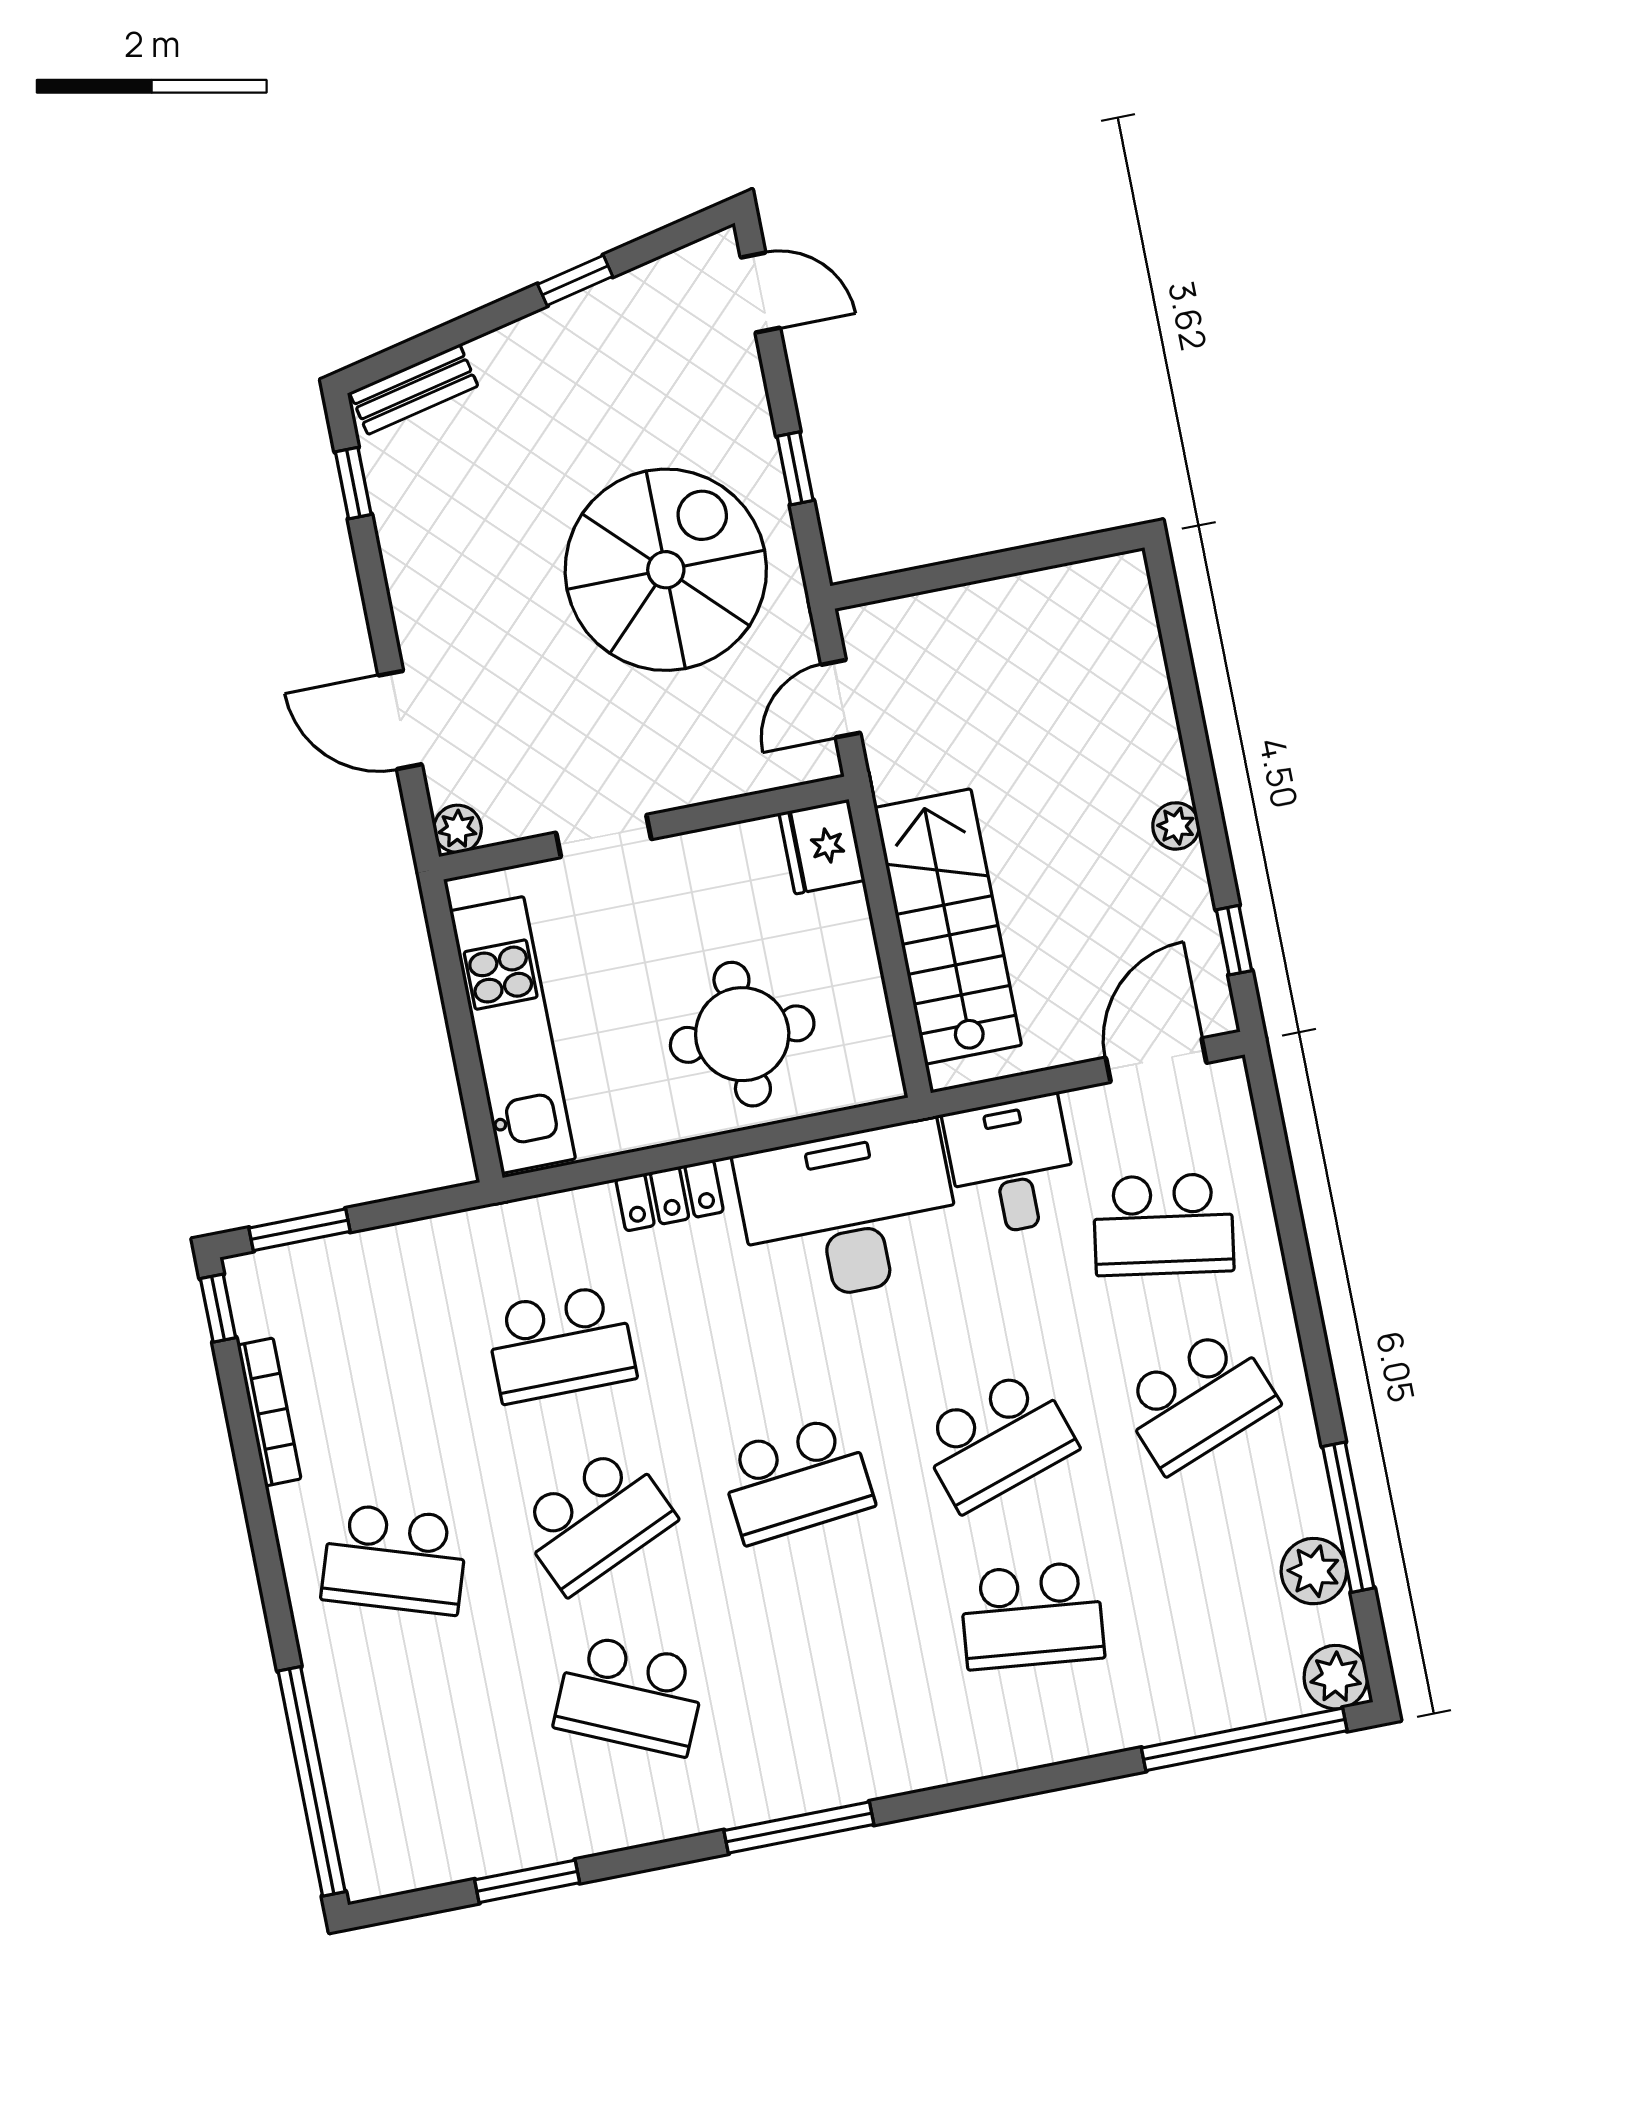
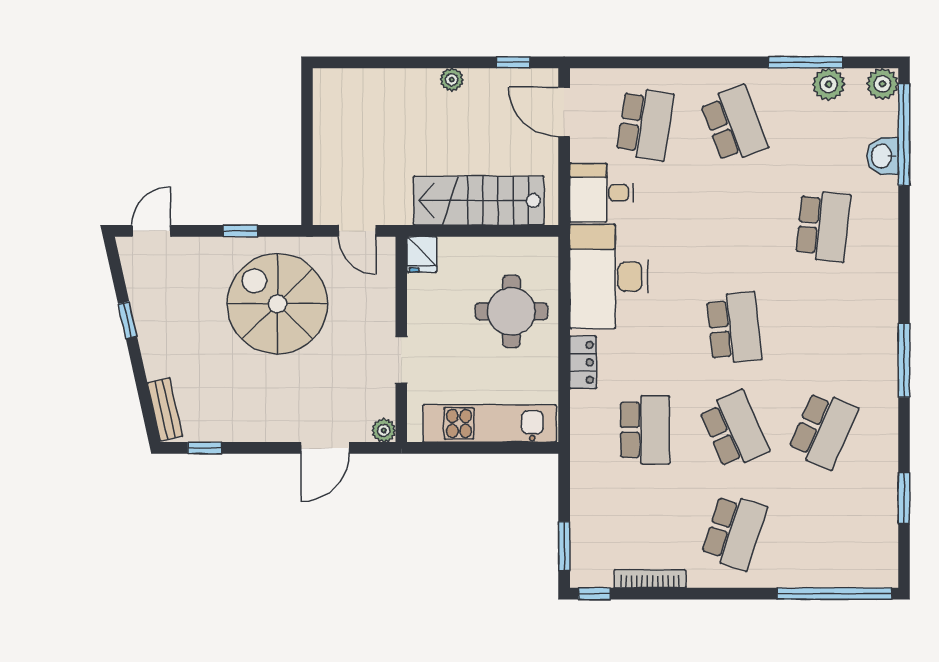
fridge: (822, 847) -> (422, 254), width x0.72
school desk: (997, 1440) -> (734, 226), removed
washbasin: (1194, 1705) -> (882, 156), added

